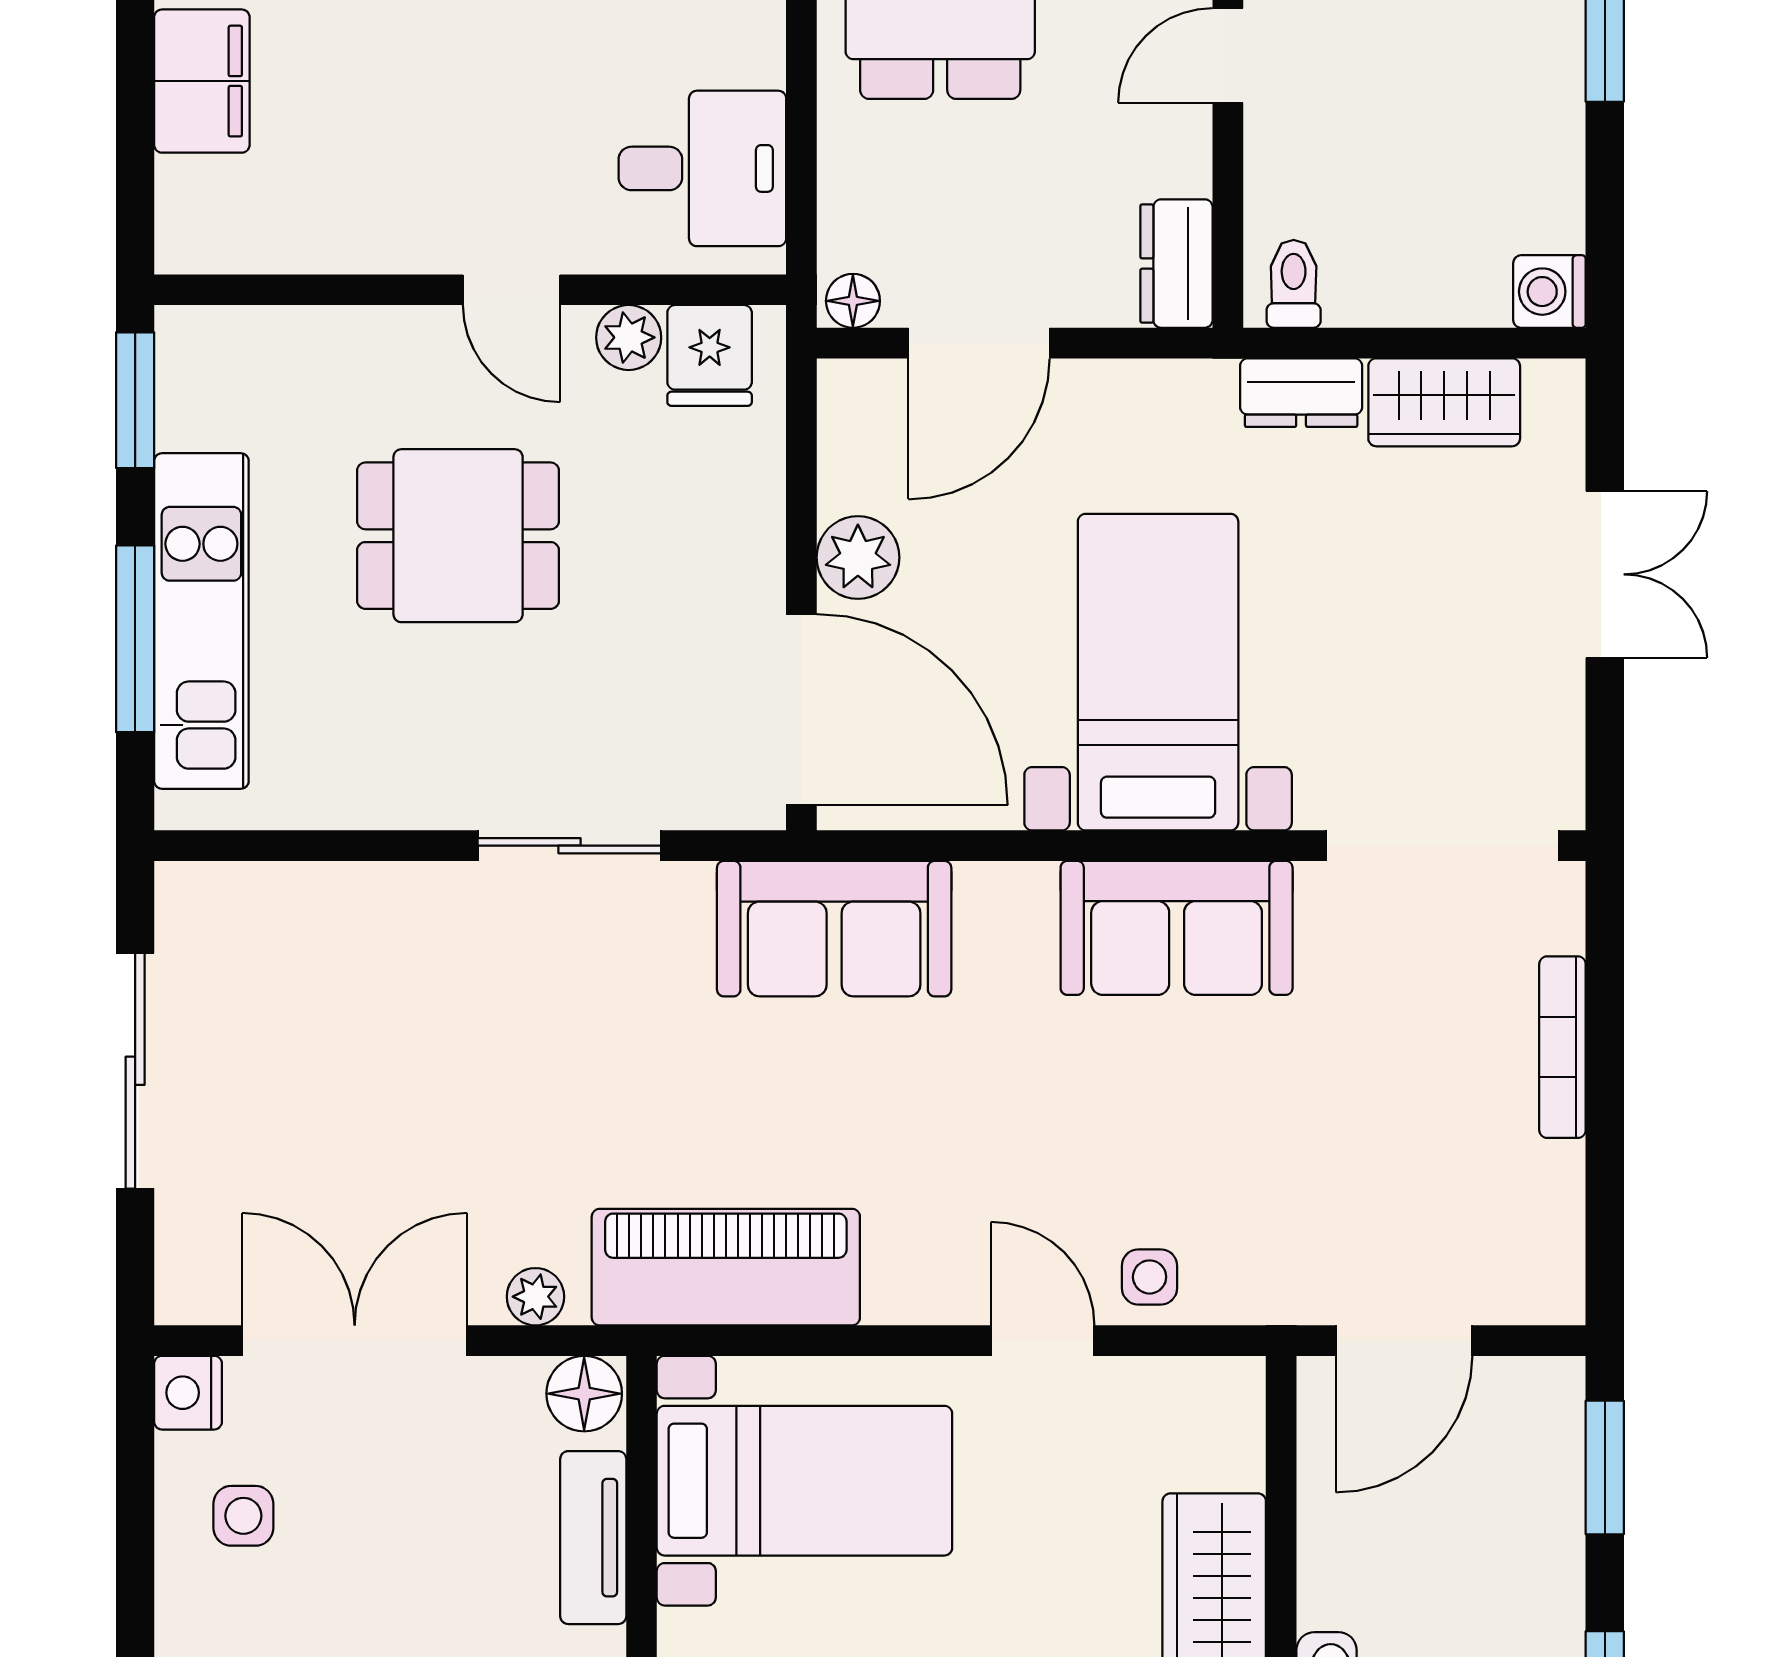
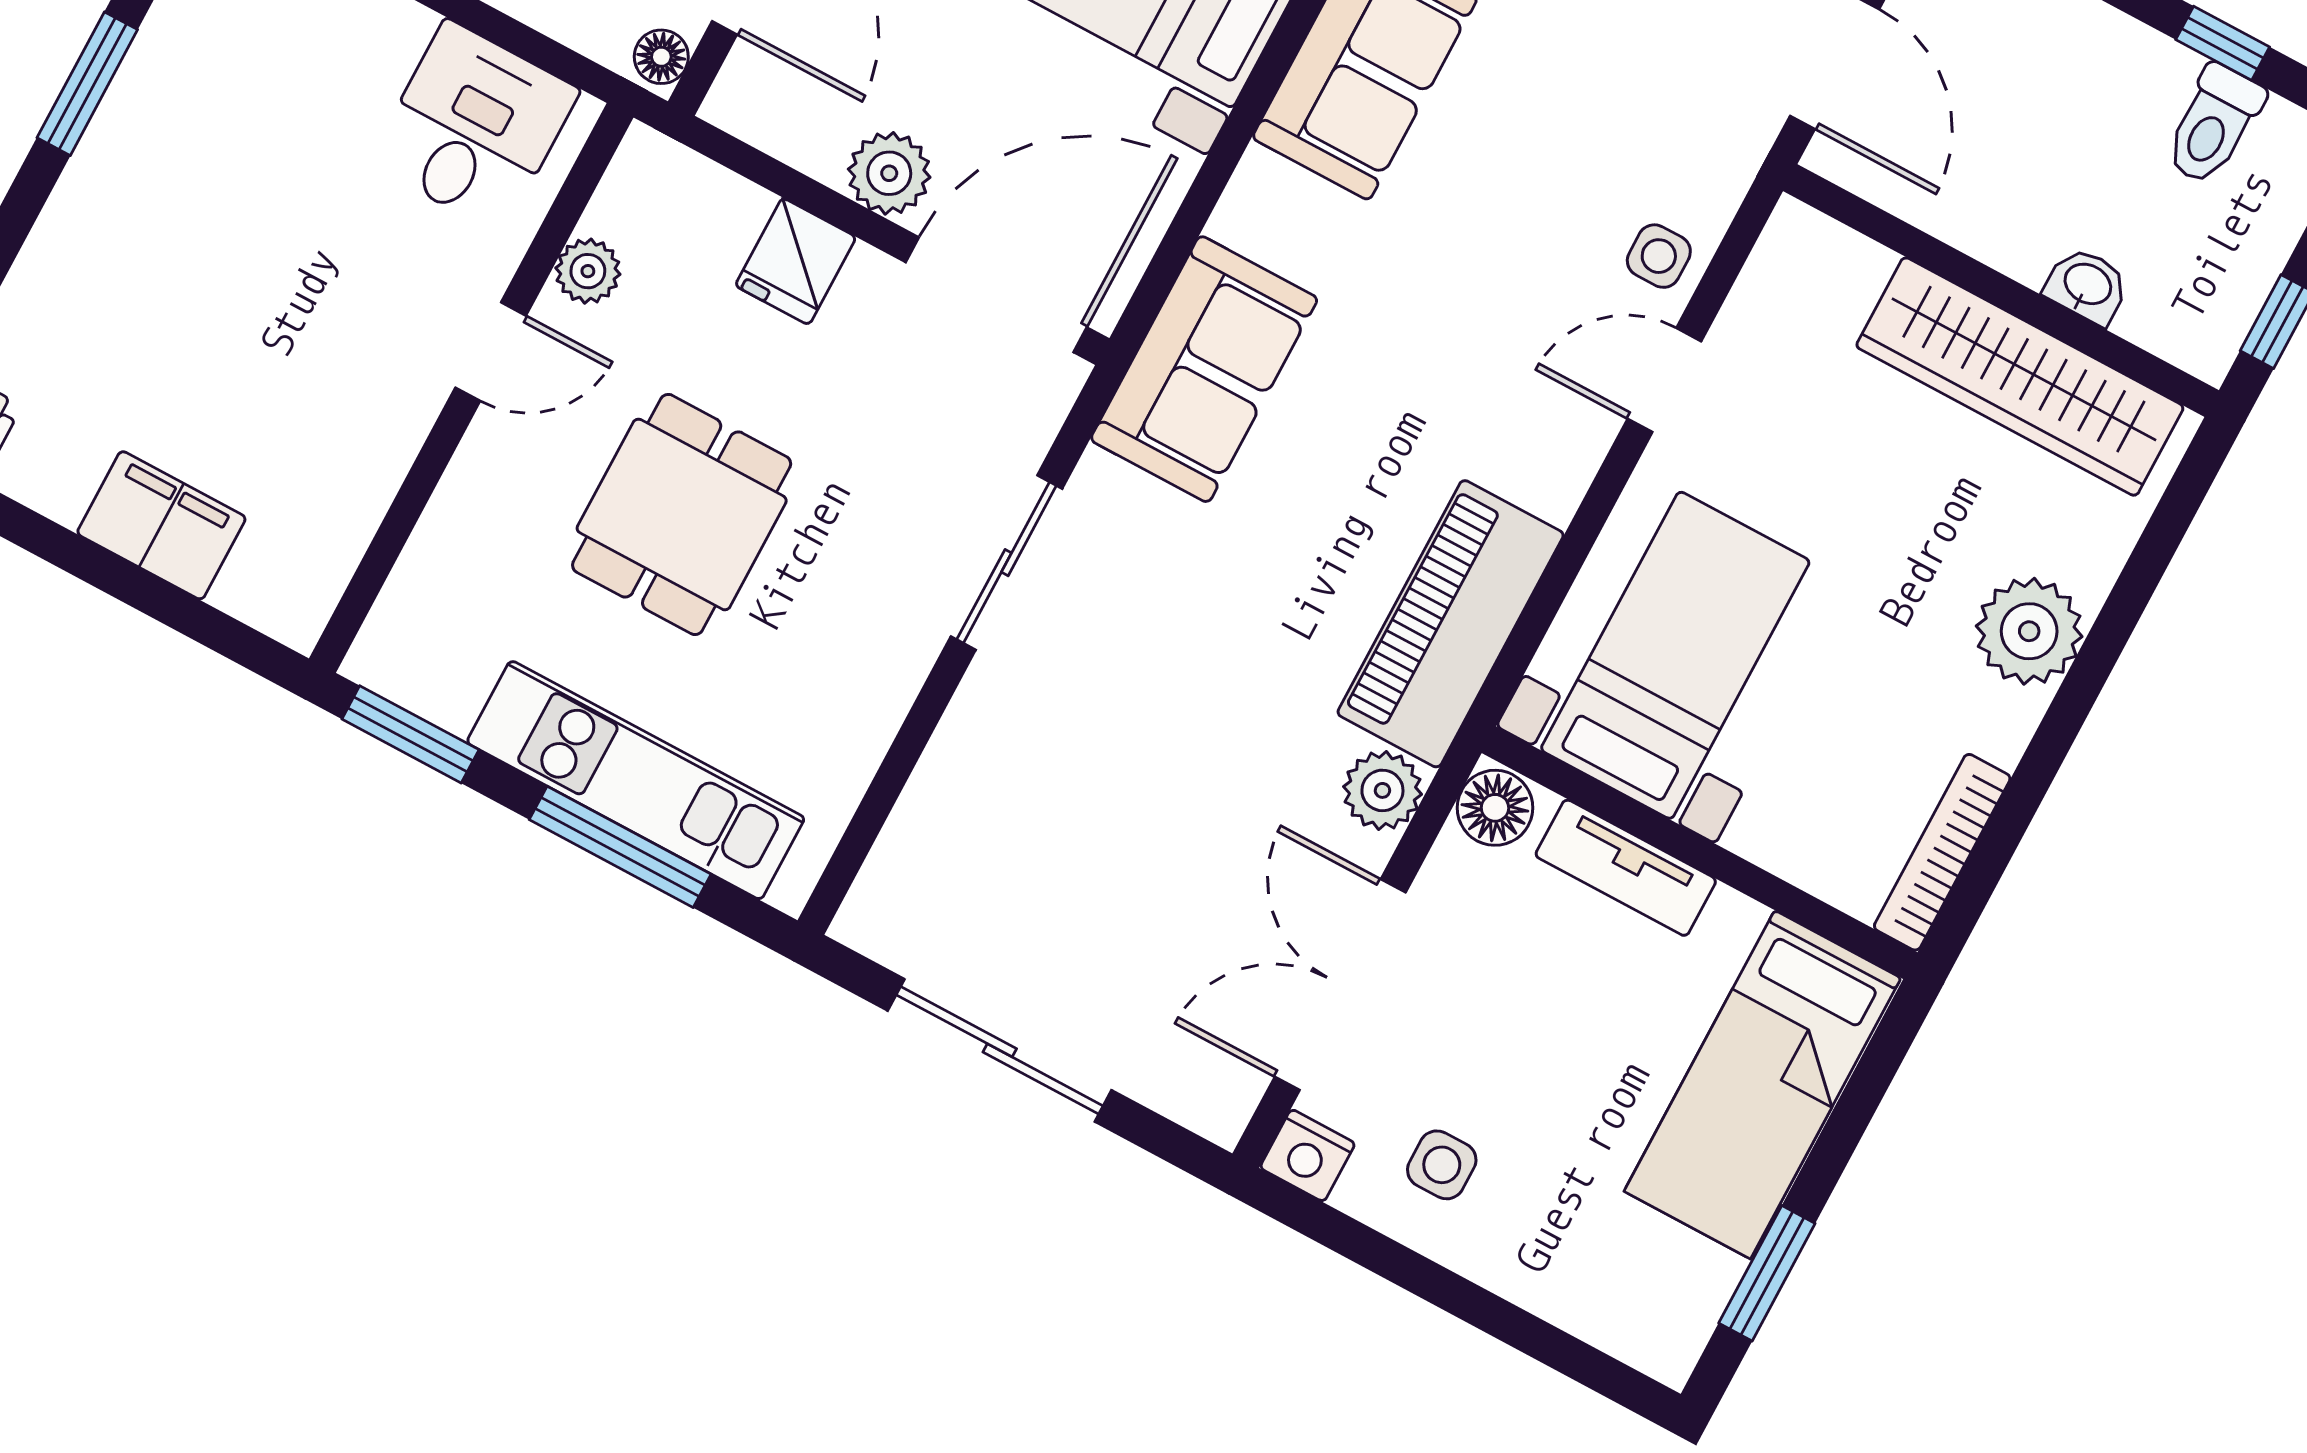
fridge: (710, 355) -> (796, 261), moved, turned 90
plant: (535, 1297) -> (1382, 790), width x1.38, depth x1.38

